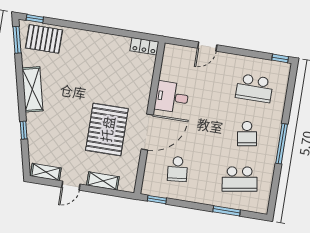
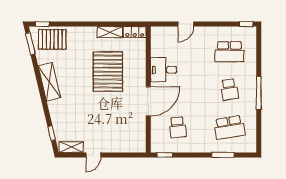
pallet: (107, 129) -> (108, 72), moved
window: (24, 130) -> (52, 133), moved
shelving: (103, 181) -> (110, 32), moved

